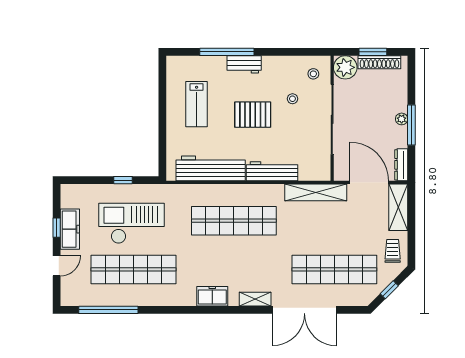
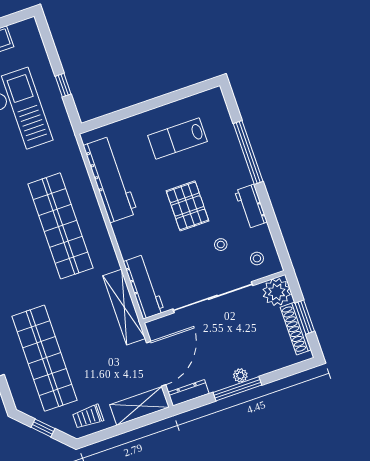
workbench: (244, 64) -> (251, 206), moved
workbench: (272, 171) -> (144, 287), moved
trolley: (393, 251) -> (88, 417), turned 180

